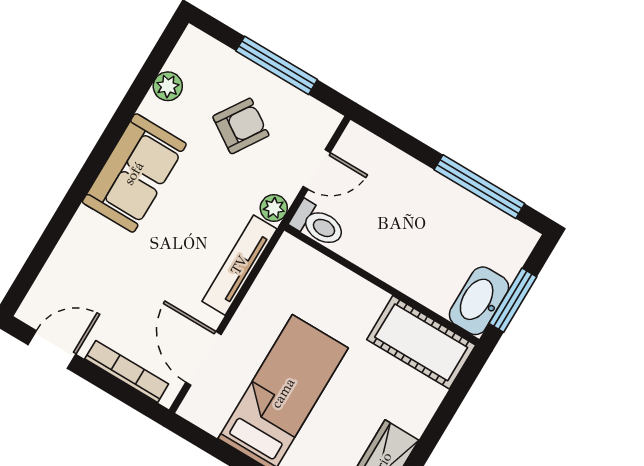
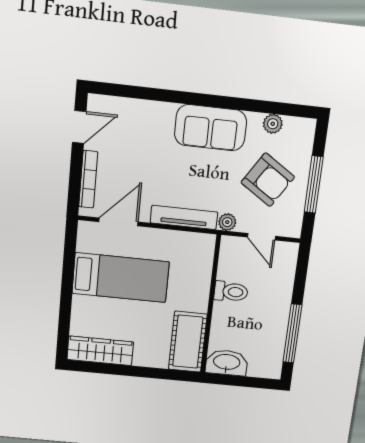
armchair: (241, 126) -> (268, 180), width x1.38, depth x1.38
toilet: (318, 224) -> (231, 292), moved, turned -90
window: (513, 300) -> (236, 381), removed
door: (52, 349) -> (79, 127), hinge flipped

